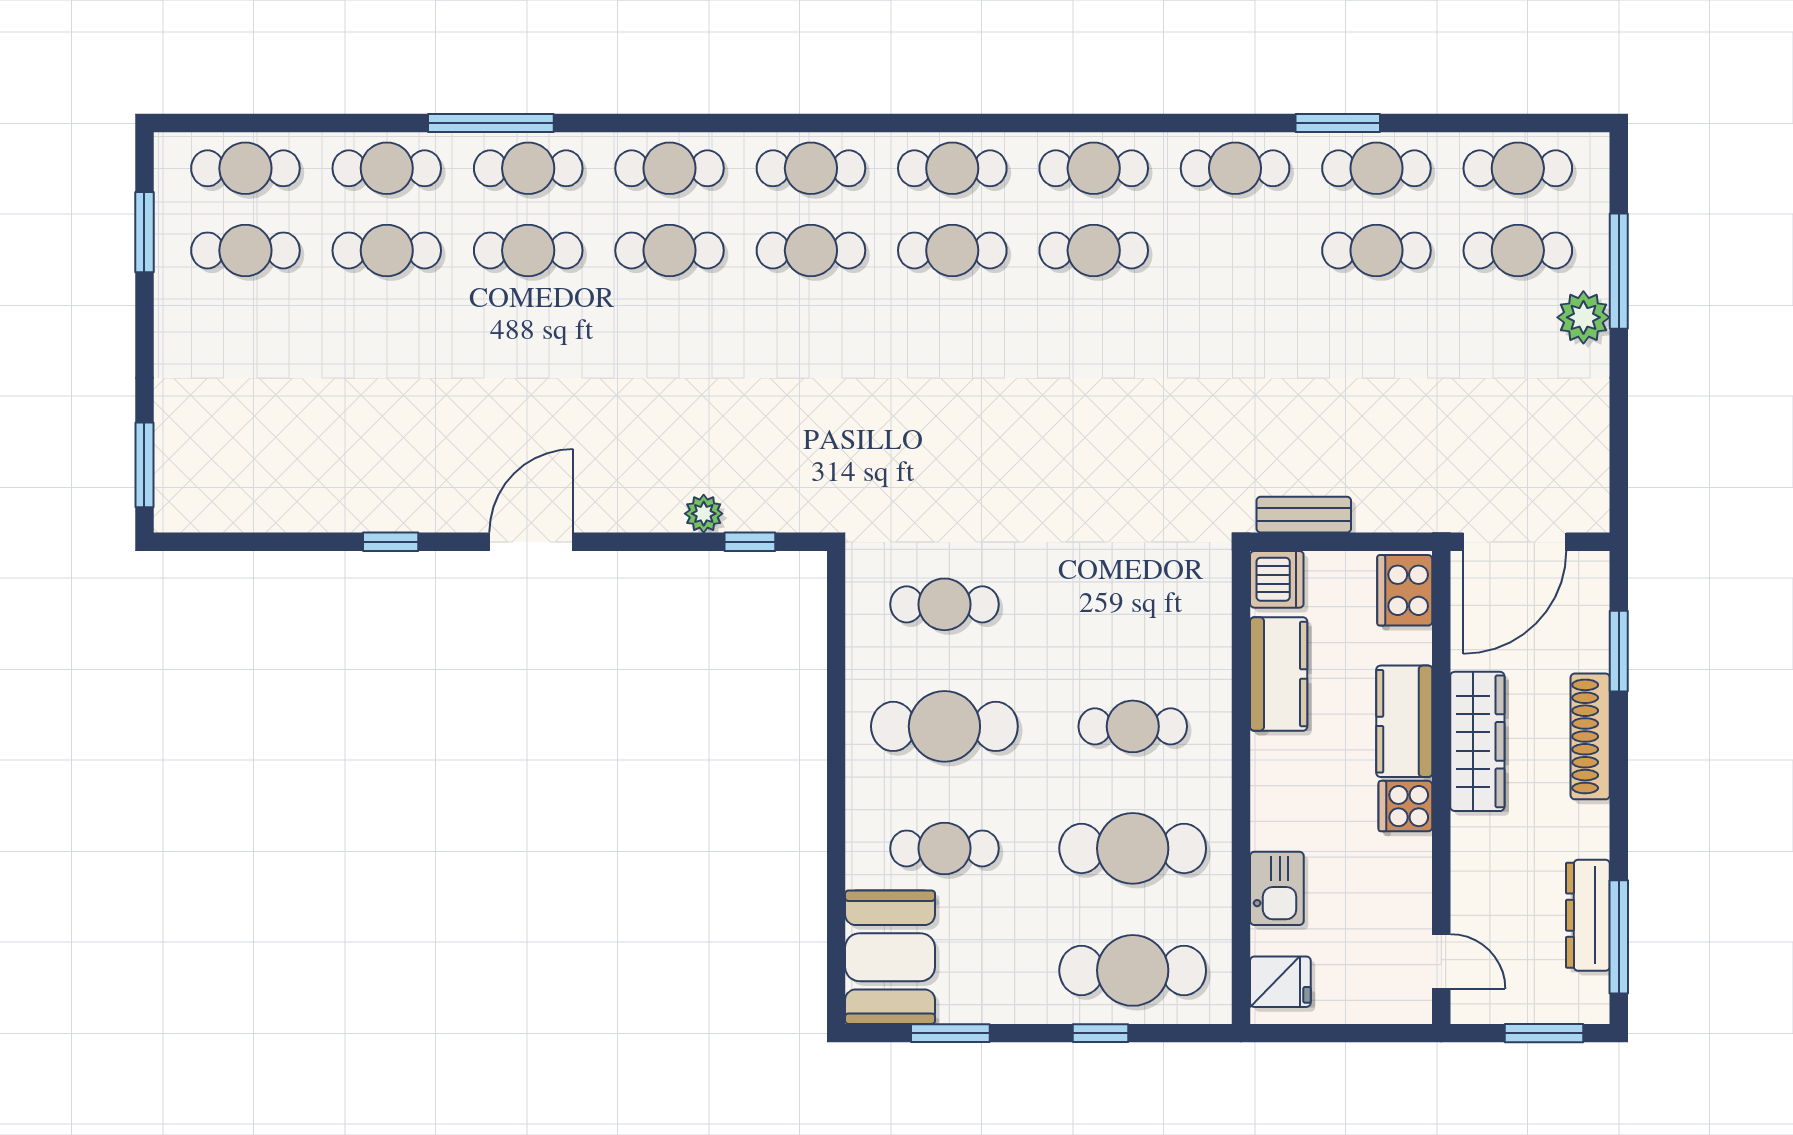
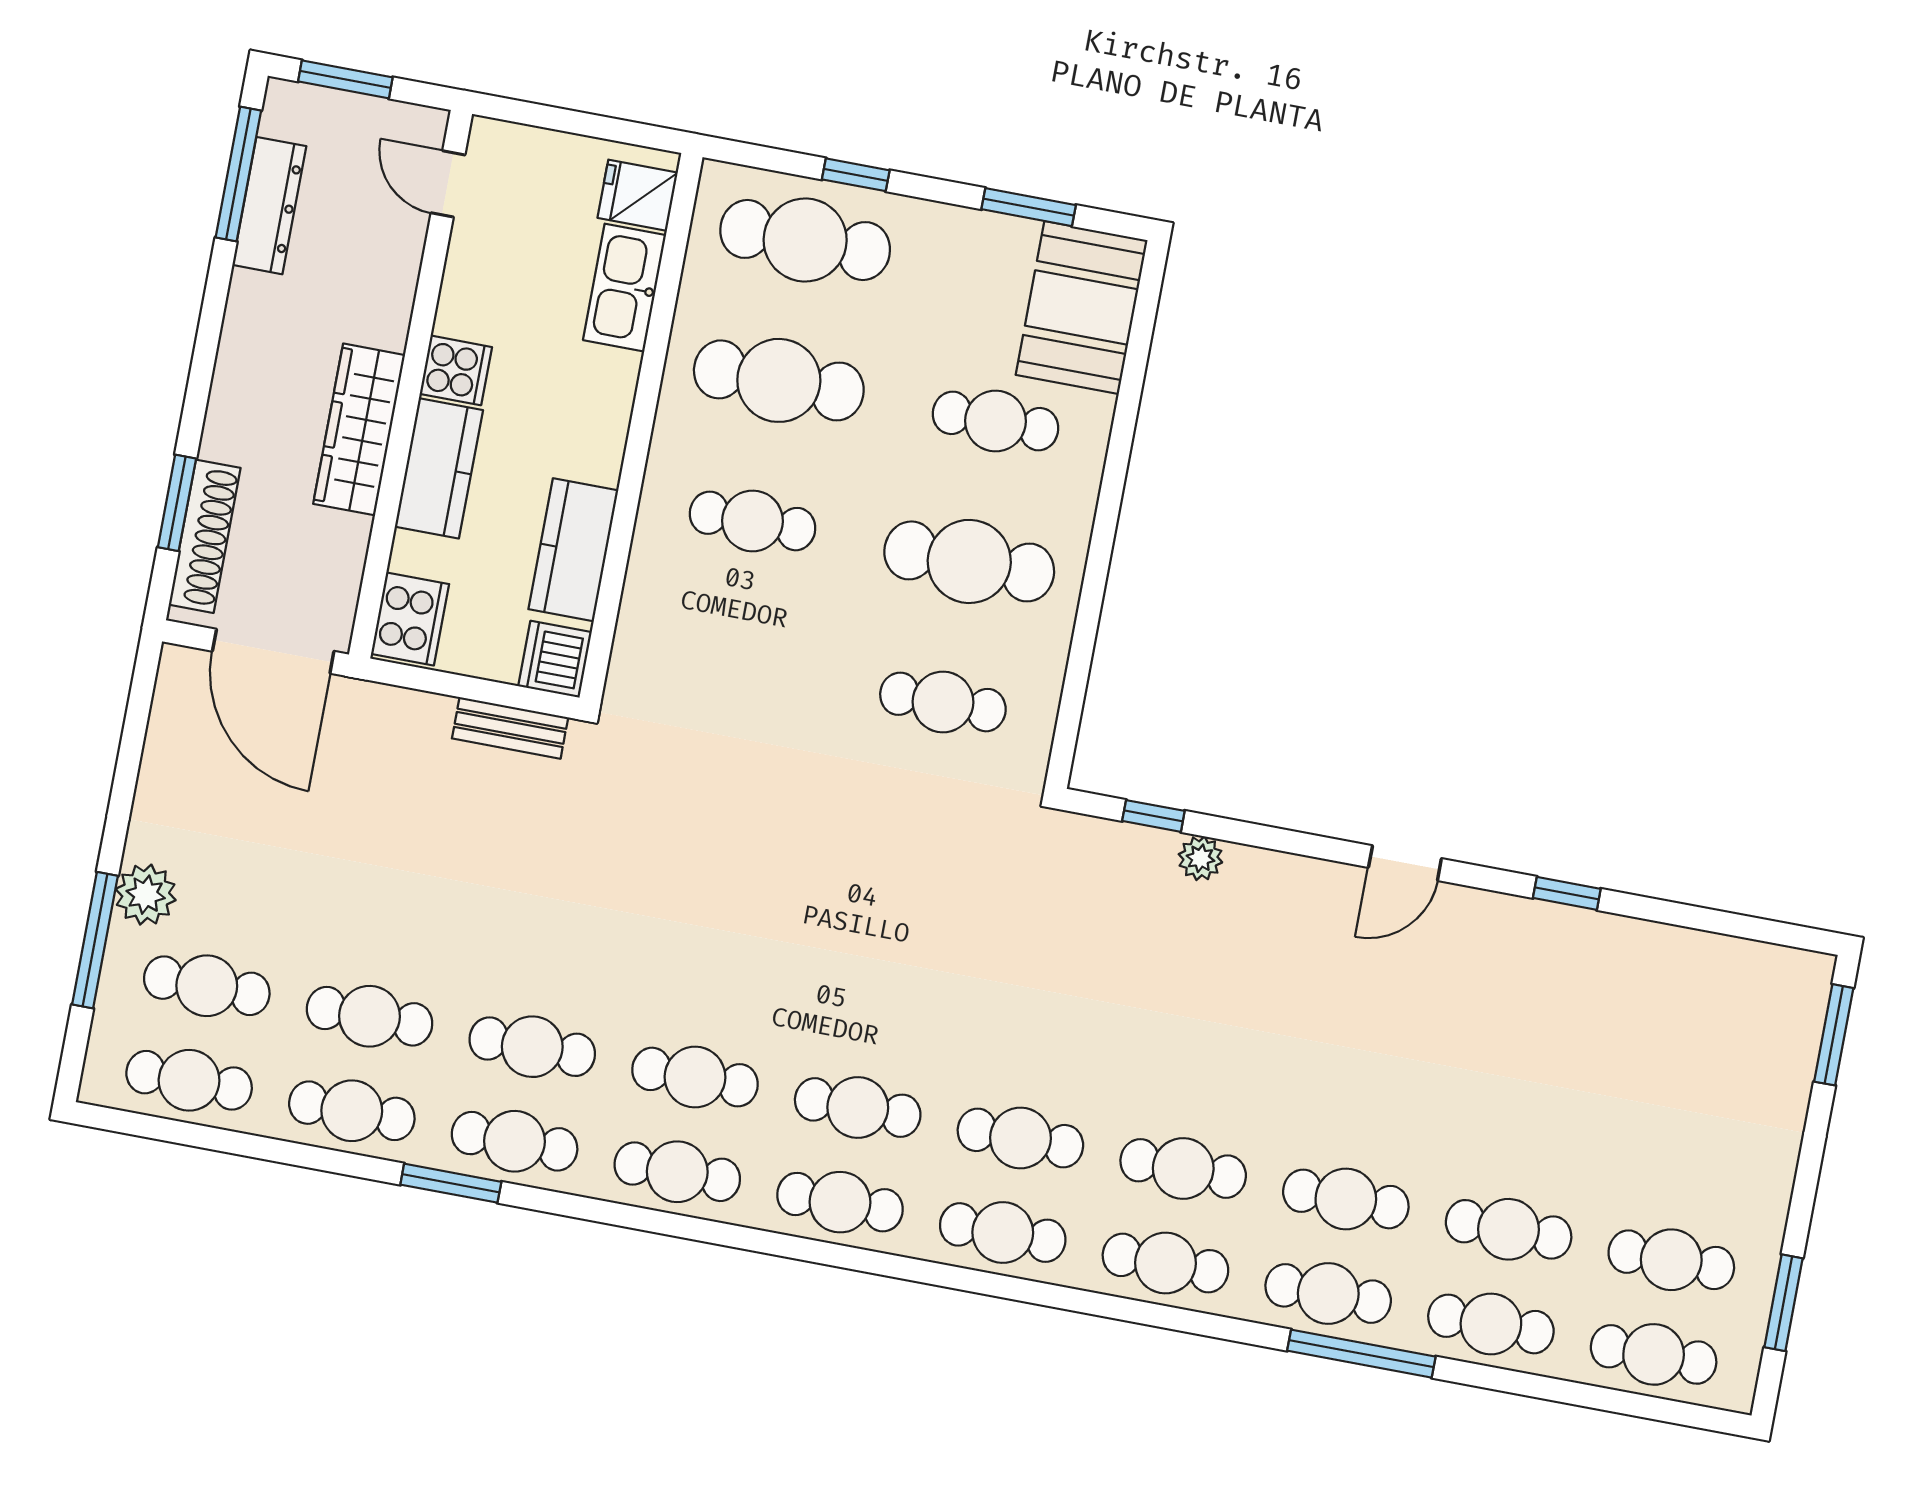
window: (1338, 123) -> (451, 1183), moved
cafe table: (1235, 250) -> (532, 1047), added
door: (531, 542) -> (1405, 863), width x0.73
door: (1515, 542) -> (273, 651), swing flipped
shoe rack: (1590, 736) -> (205, 536), moved
kitchen sink: (1277, 888) -> (625, 288), width x1.38

